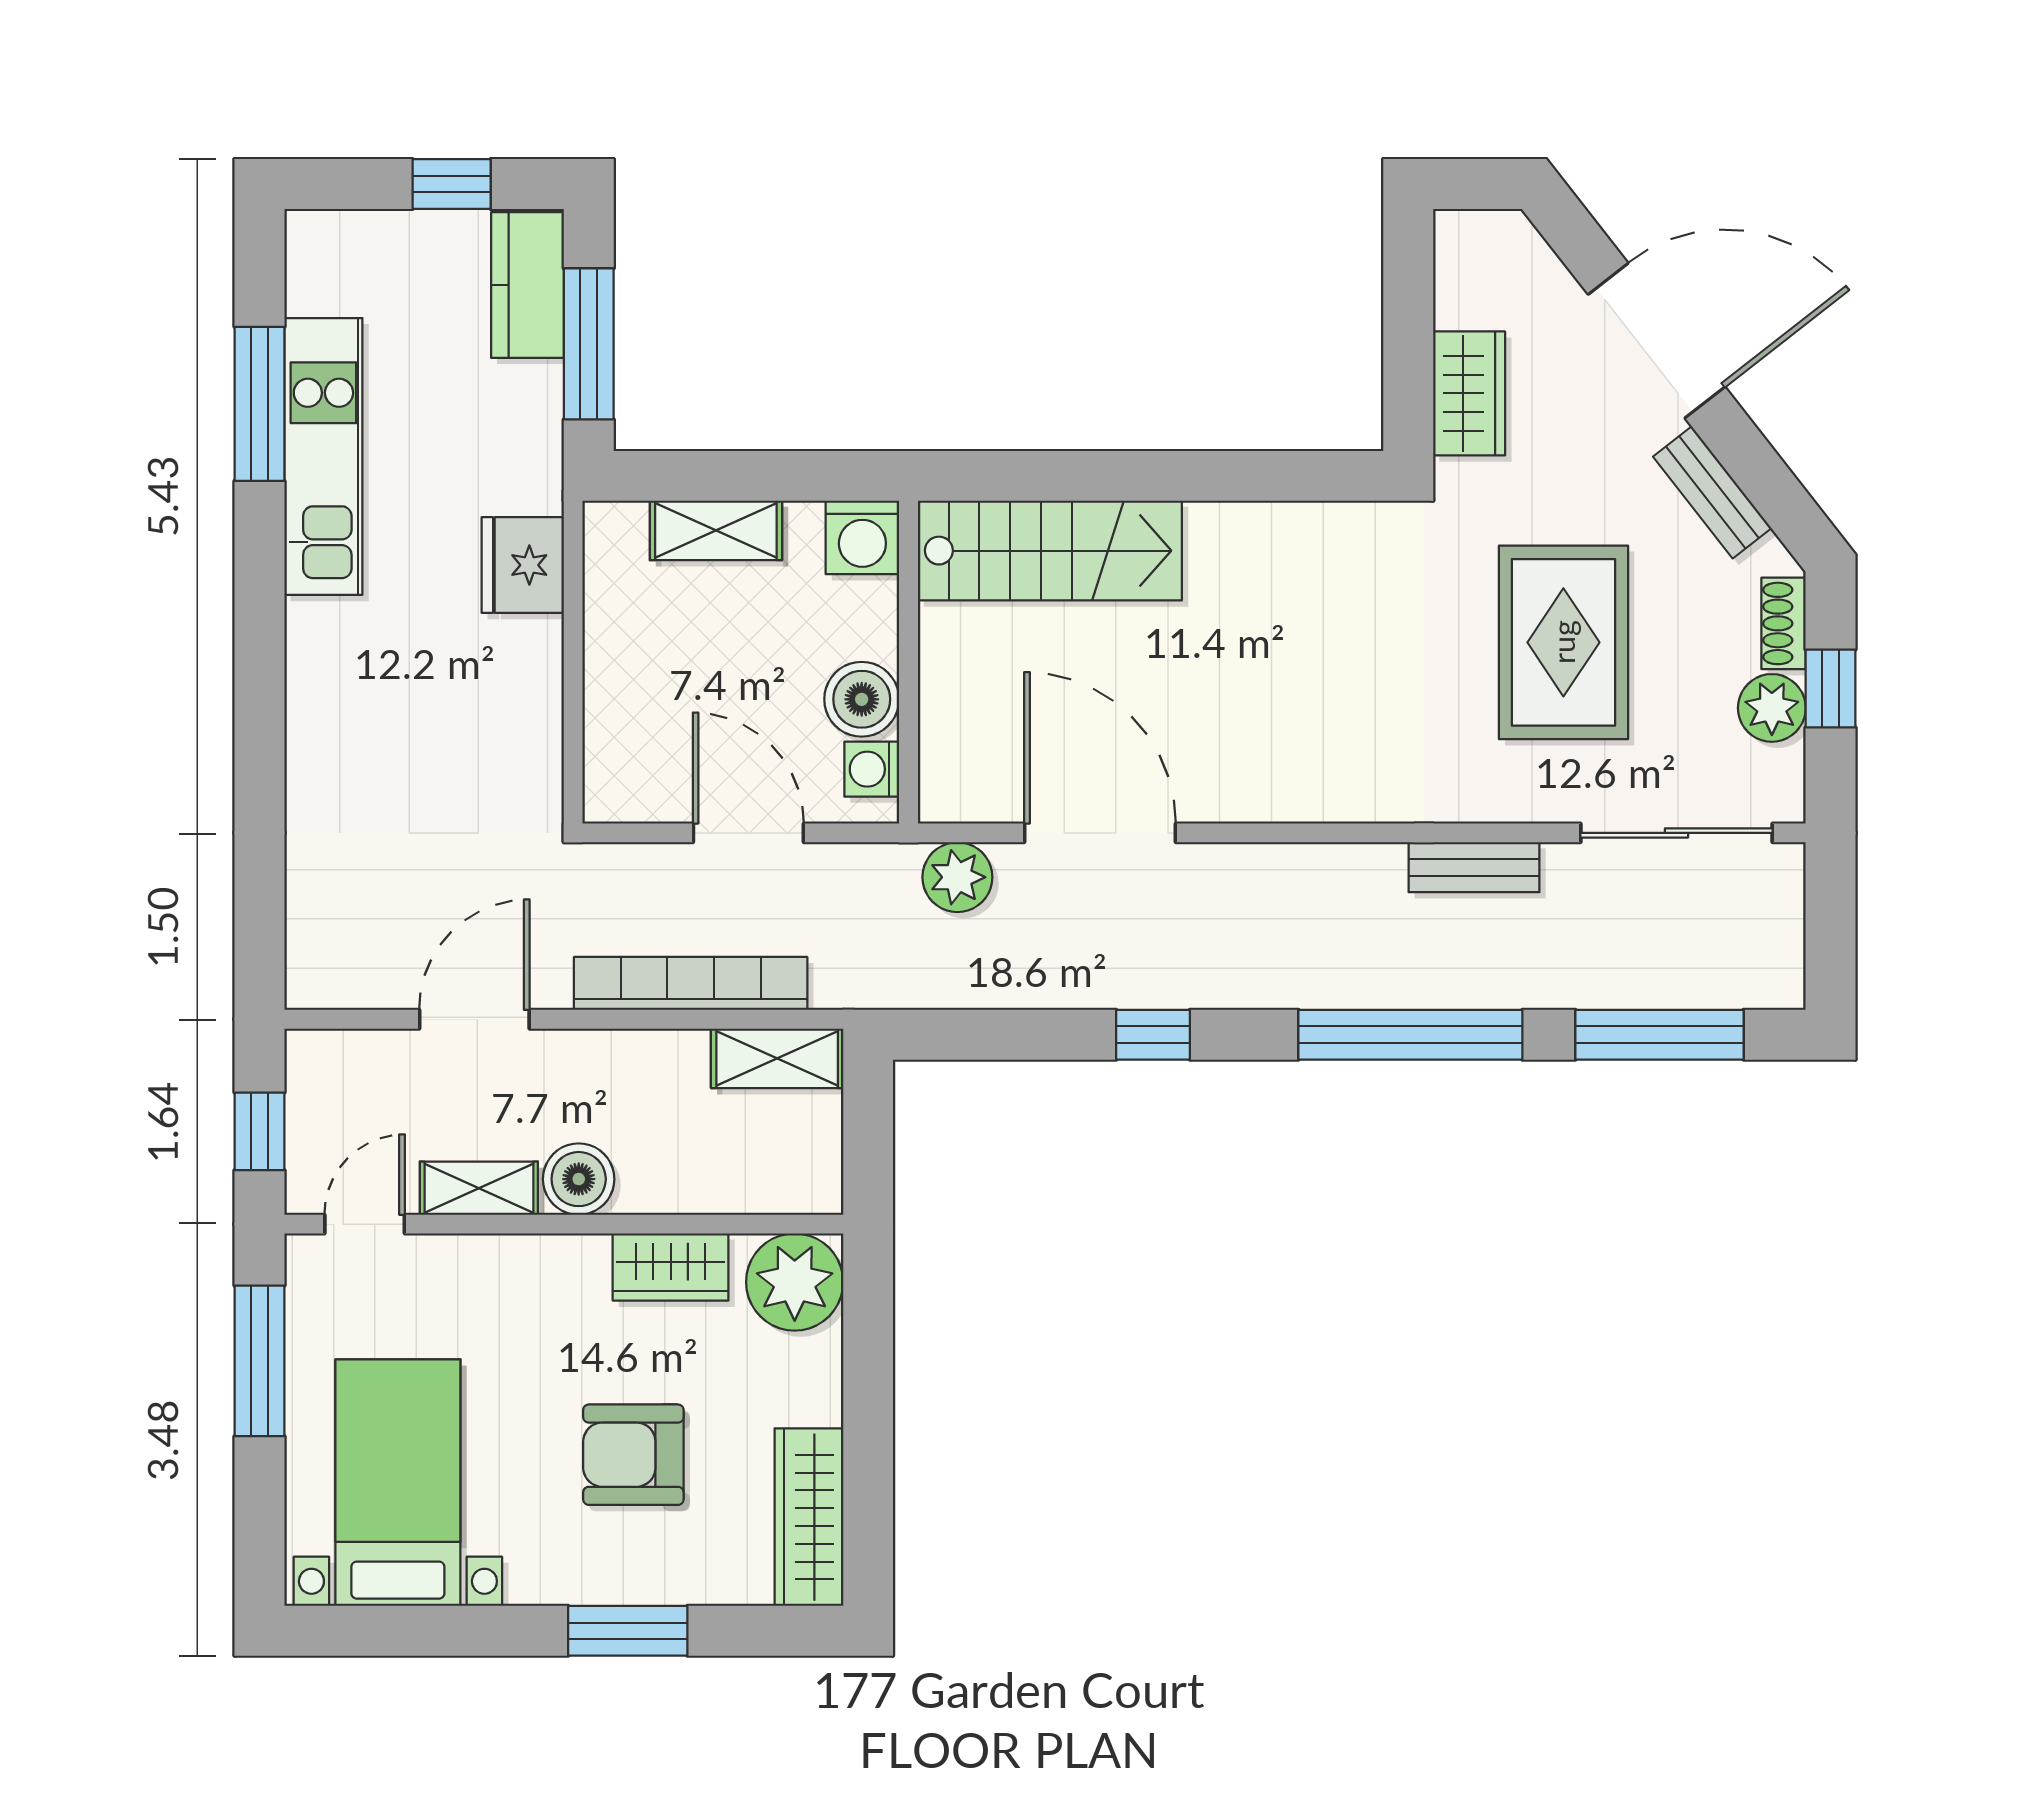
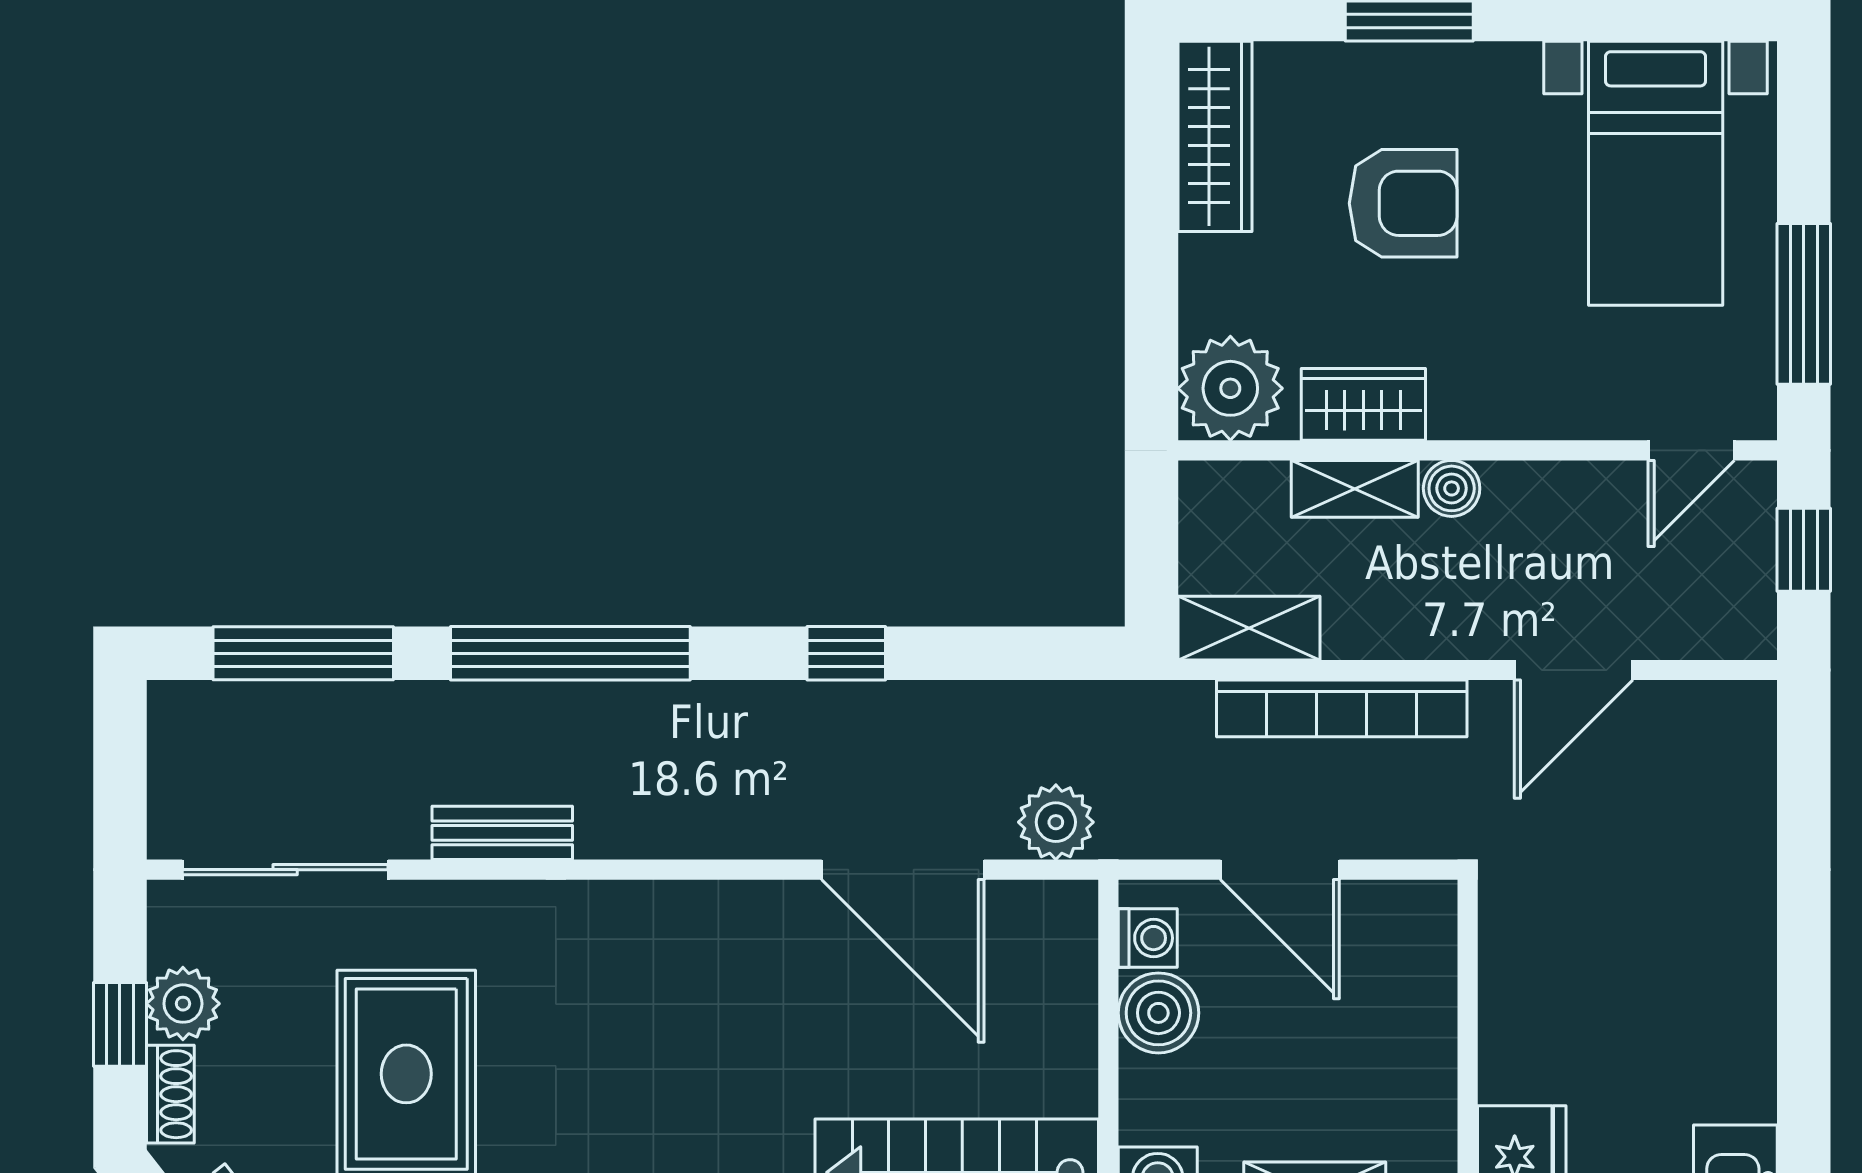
boiler: (579, 1179) -> (1452, 488), width x0.73, depth x0.73
shelving: (479, 1188) -> (1355, 489), moved

